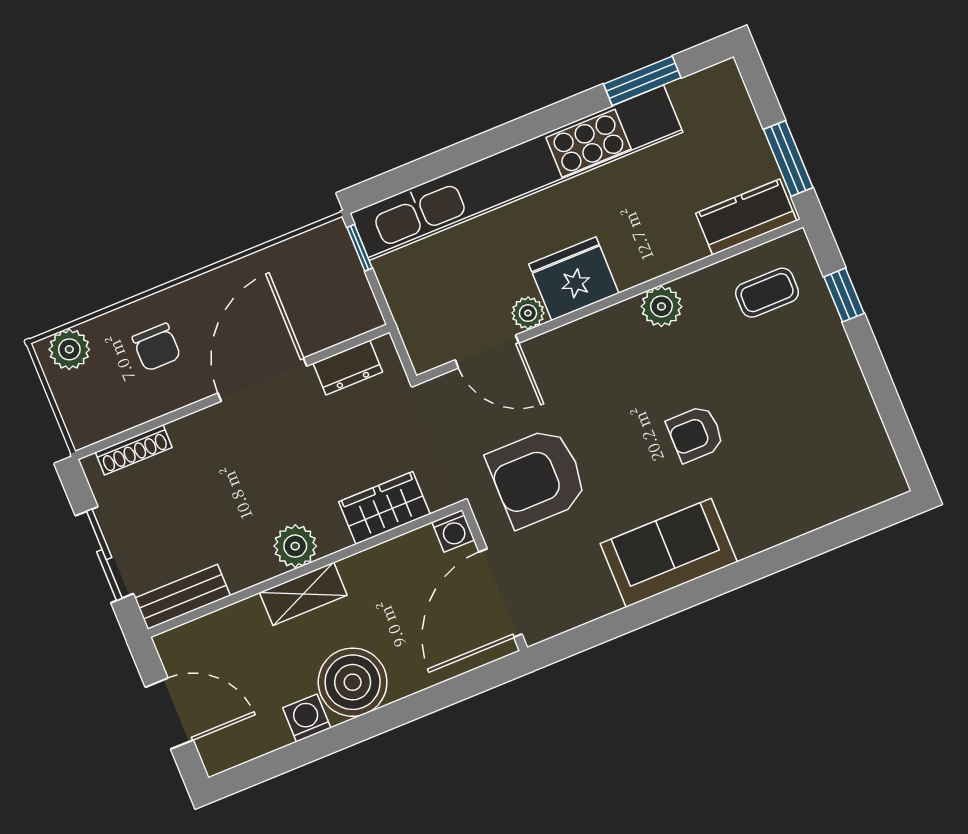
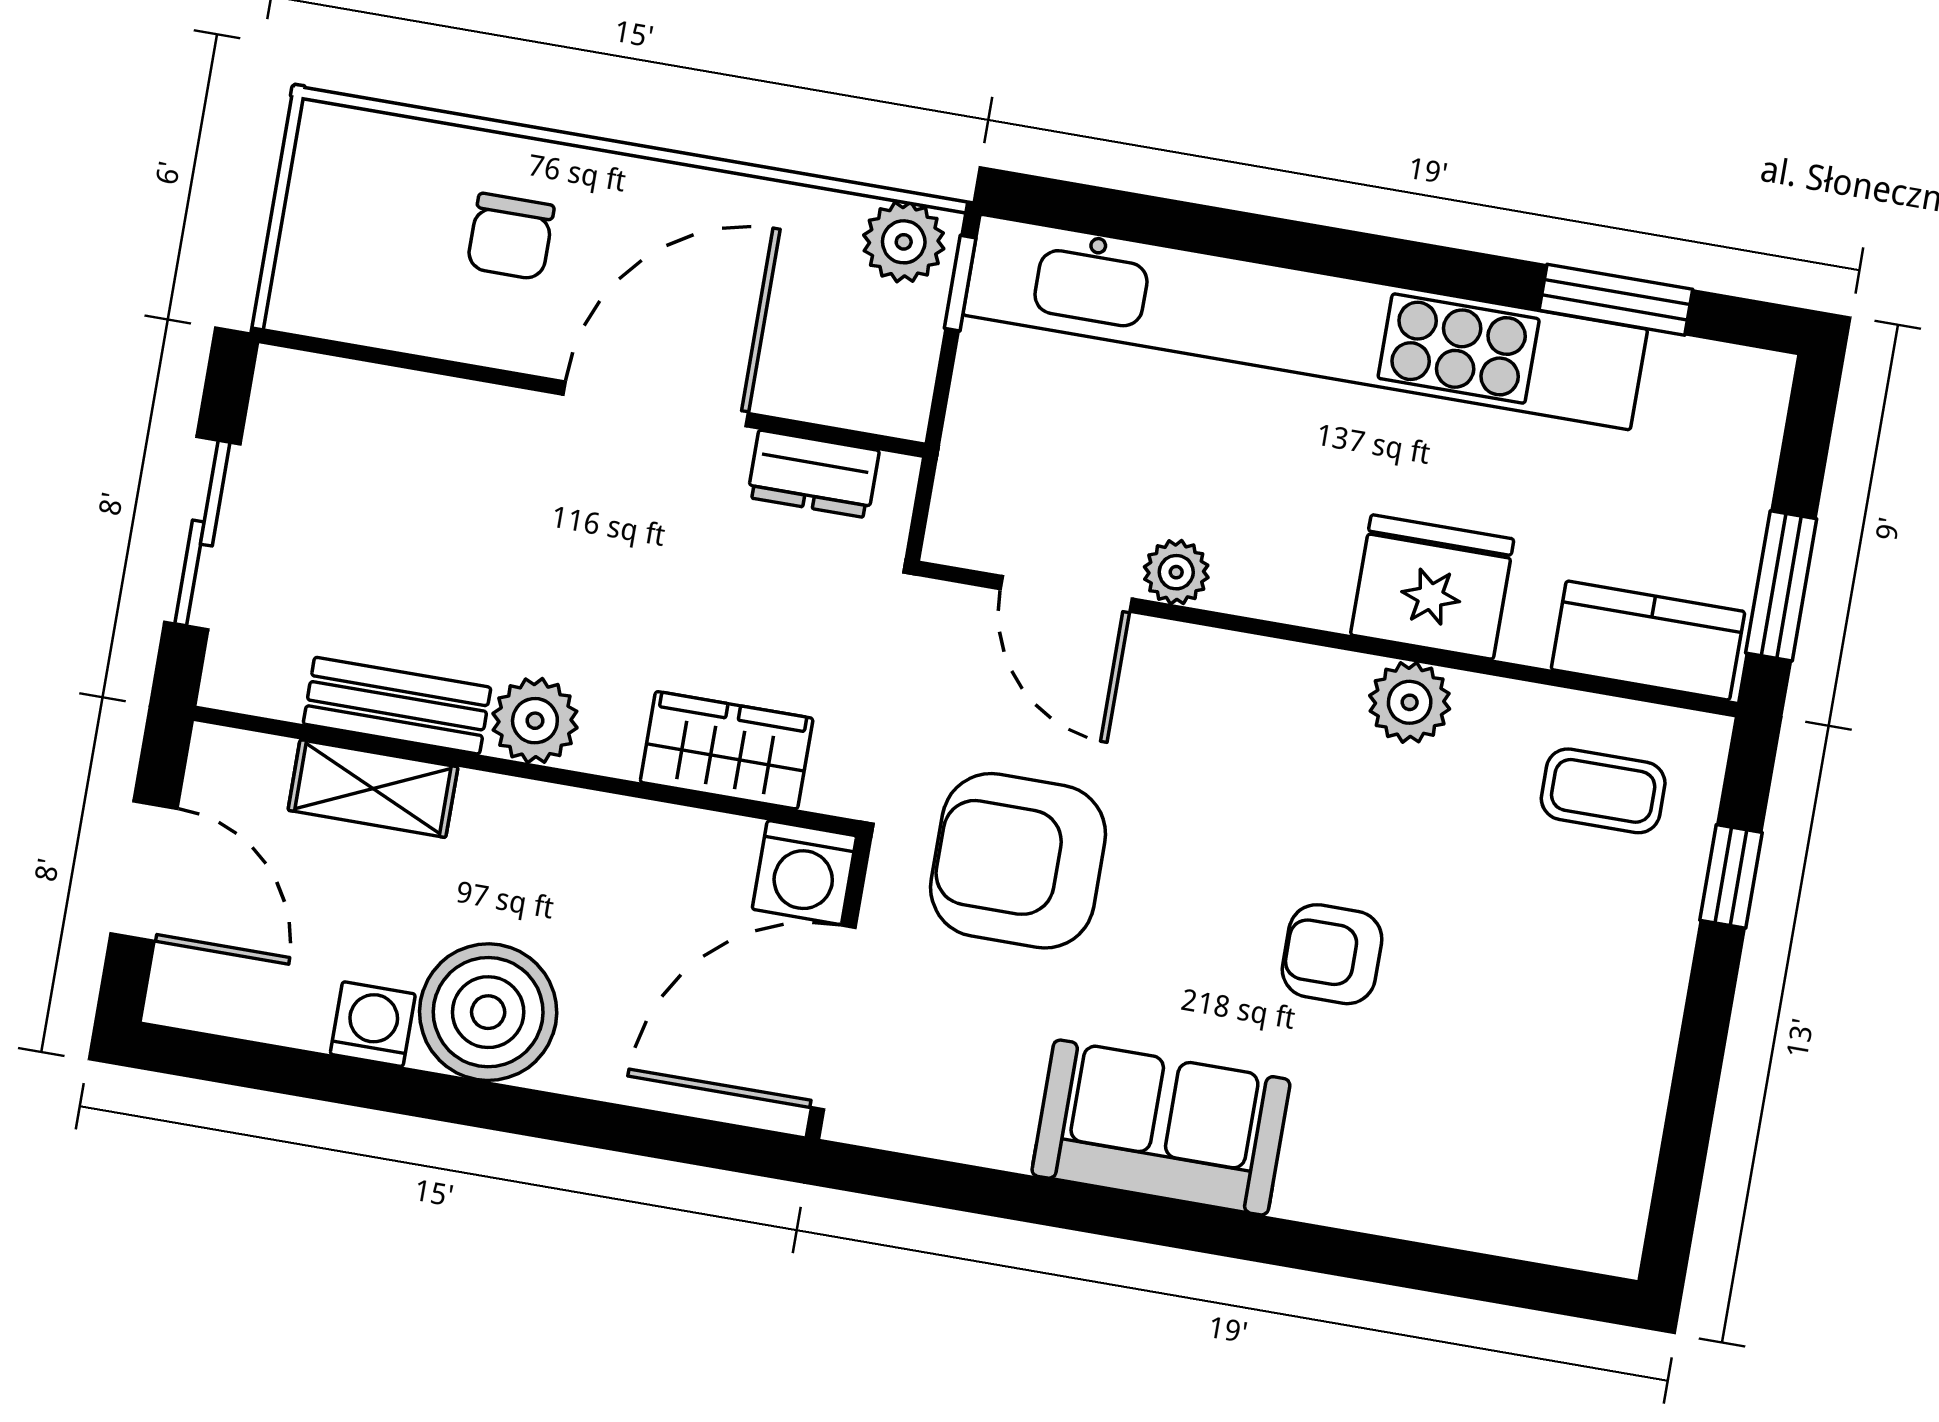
fridge: (574, 279) -> (1432, 587), moved
plant: (69, 349) -> (904, 242), moved
shoe rack: (134, 450) -> (363, 386), removed
washing machine: (453, 531) -> (804, 873), width x1.38, depth x1.38
shelving: (303, 594) -> (373, 789), moved
bench: (183, 597) -> (397, 706), moved

